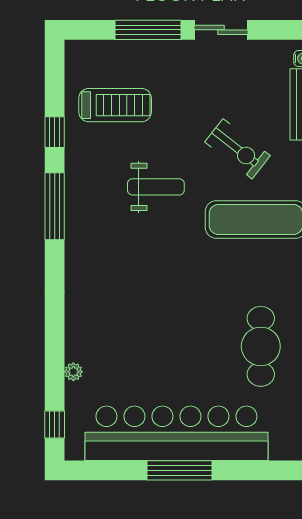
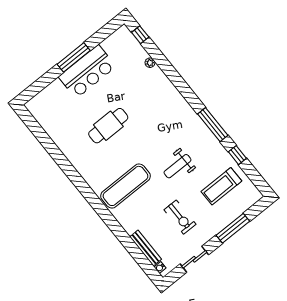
sliding door: (221, 30) -> (194, 259), moved
exercise bike: (238, 149) -> (180, 217), moved, turned -128
cafe table: (261, 346) -> (108, 126), moved, turned 90
bar counter: (176, 433) -> (87, 72), width x0.54

